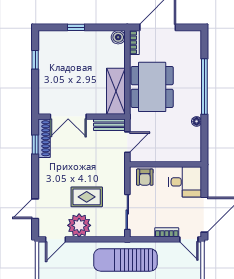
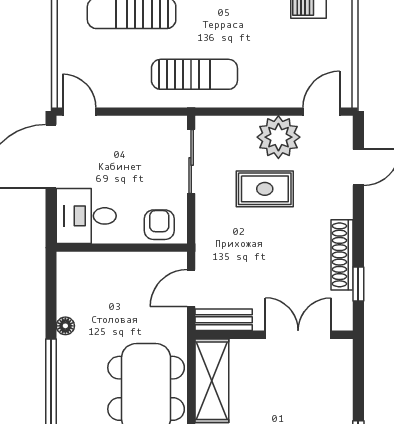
shoe rack: (44, 138) -> (342, 255), moved
bookcase: (167, 232) -> (119, 124), removed
sun lounger: (125, 260) -> (194, 74), width x0.73, depth x0.75

